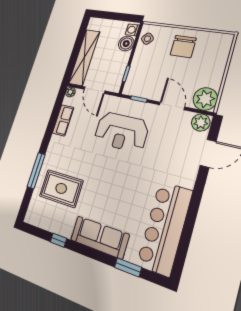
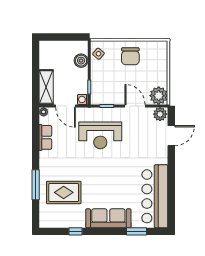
washing machine: (132, 30) -> (83, 99), moved
shelving: (84, 57) -> (46, 87), width x0.68

